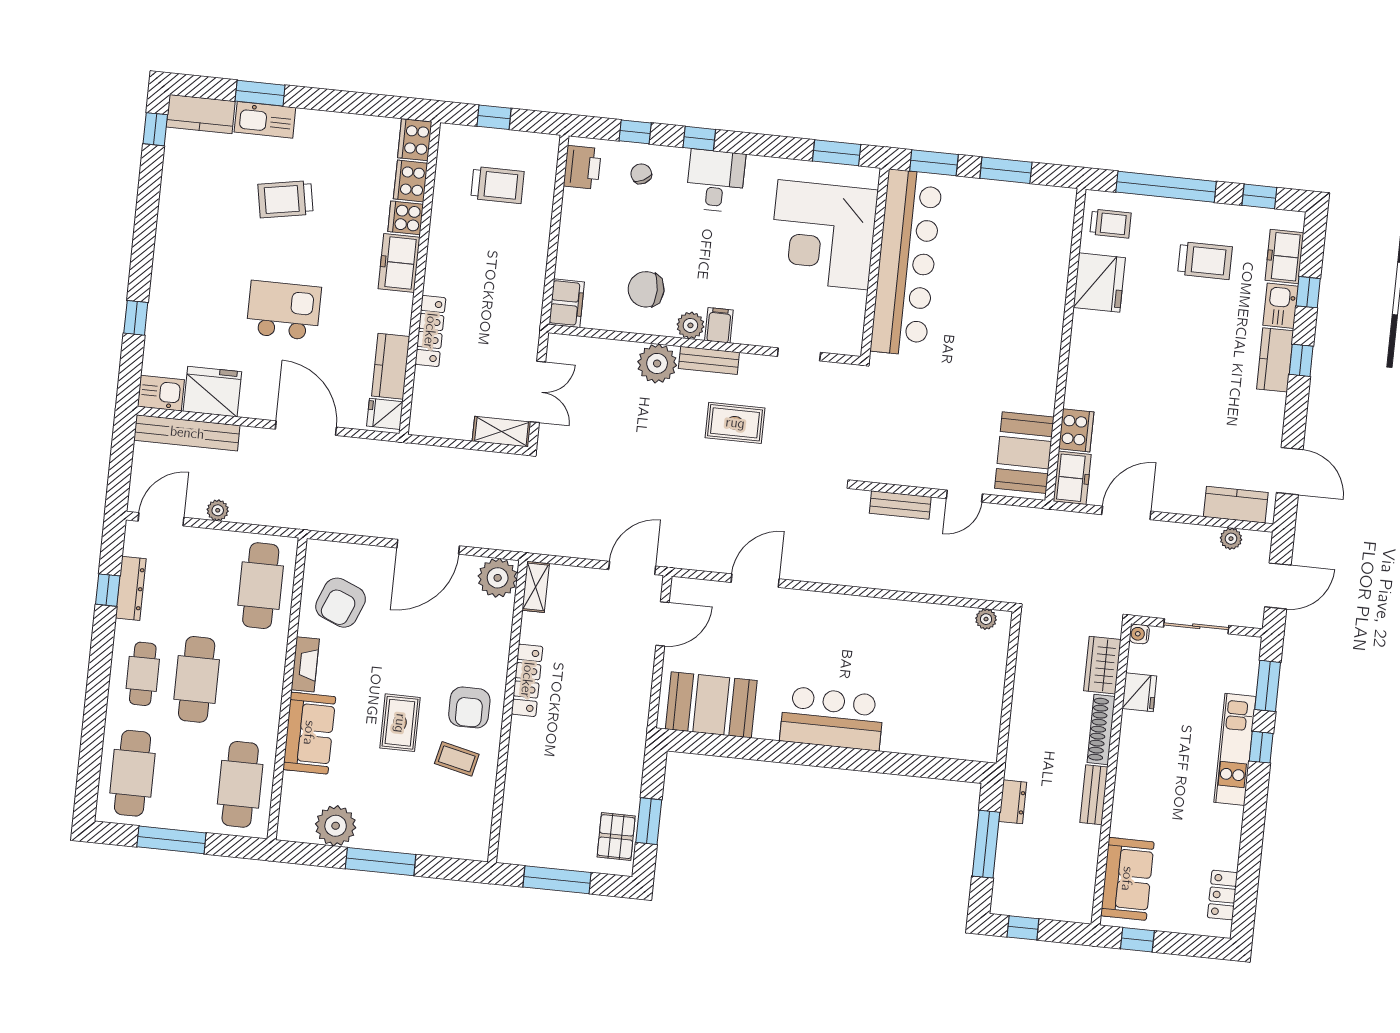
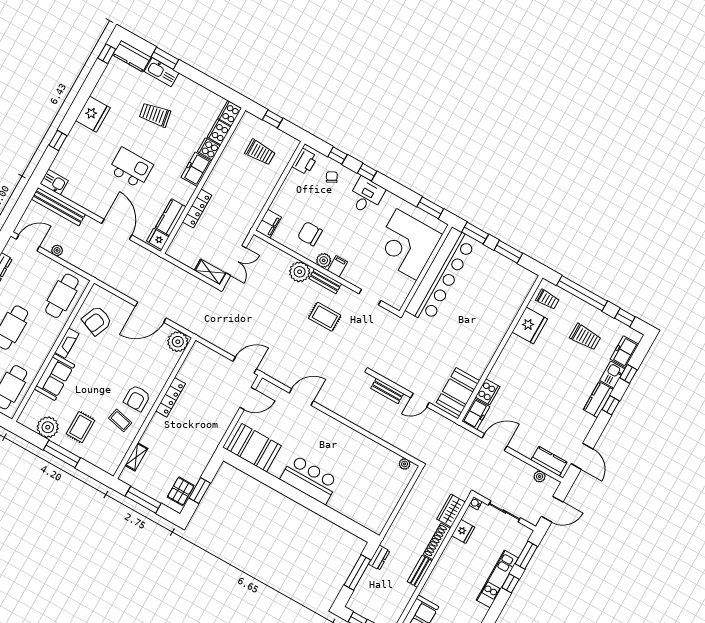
fridge: (212, 392) -> (93, 114), moved, turned 90
shelving: (536, 587) -> (136, 457), moved
rug: (400, 723) -> (81, 427), moved

